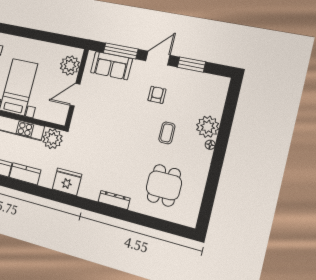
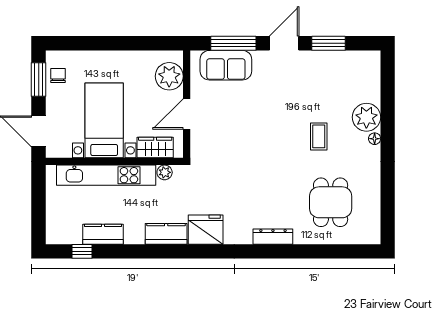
armchair: (157, 95) -> (295, 91), removed
wardrobe: (47, 114) -> (155, 147), added
plant: (53, 139) -> (165, 172), width x0.53, depth x0.53
kitchen counter: (25, 174) -> (166, 234), moved

